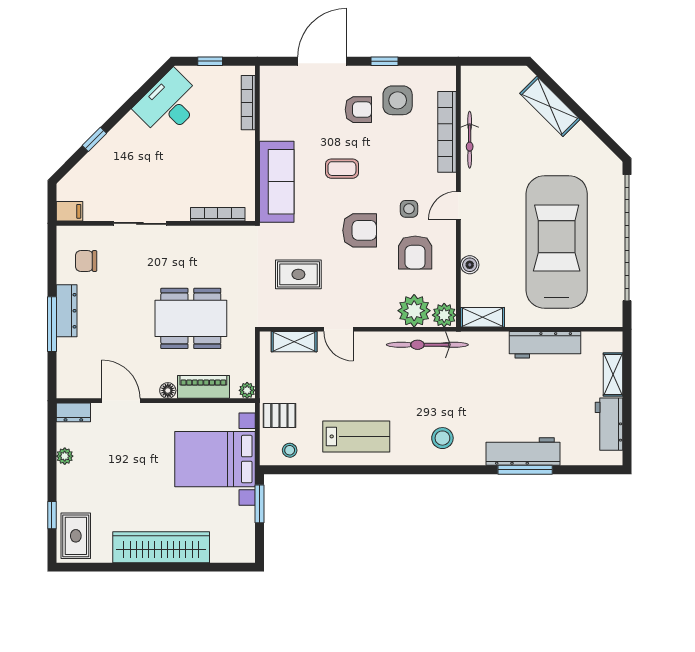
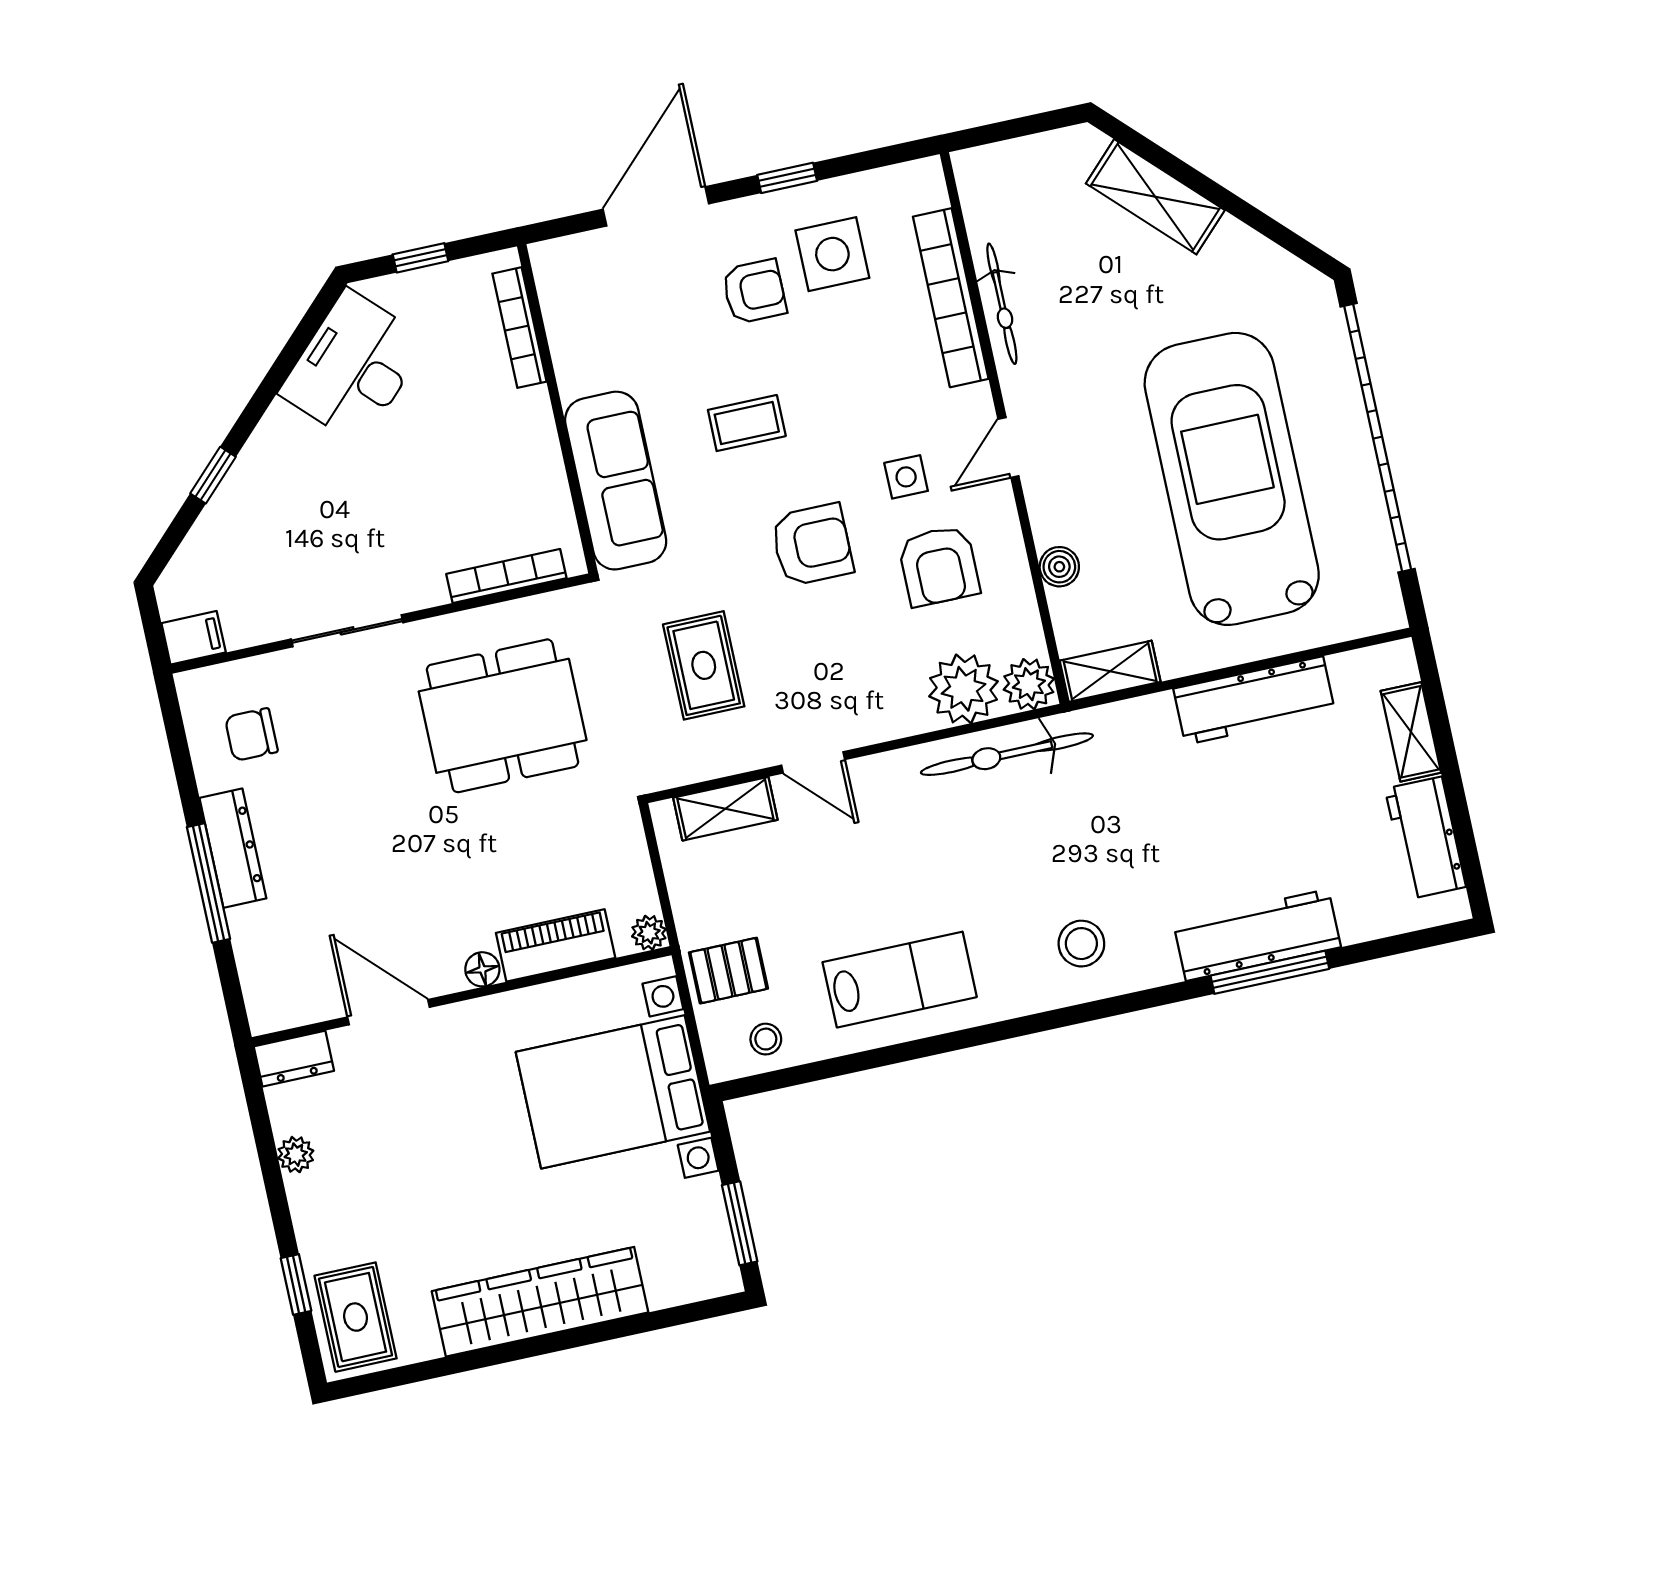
rug: (298, 274) -> (704, 665), turned 90
dining table: (191, 318) -> (503, 716), moved
window: (260, 504) -> (740, 1223), moved

